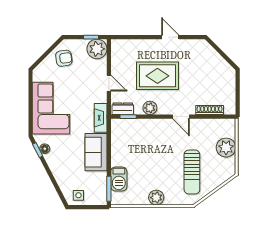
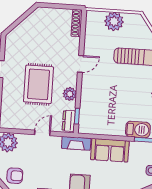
armchair: (64, 58) -> (15, 176), turned 98
shoe rack: (210, 110) -> (77, 23), moved

